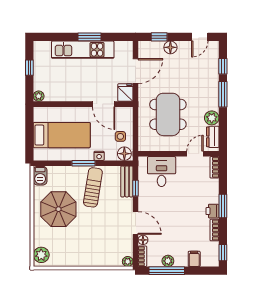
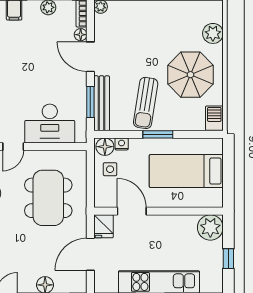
plant: (39, 96) -> (210, 227), width x1.88, depth x1.88
nightstand: (99, 156) -> (122, 144), moved
desk: (162, 172) -> (50, 124), width x1.37
bench: (127, 181) -> (102, 103), width x1.36
window: (136, 188) -> (90, 102), width x1.50
plant: (41, 255) -> (213, 33), moved

